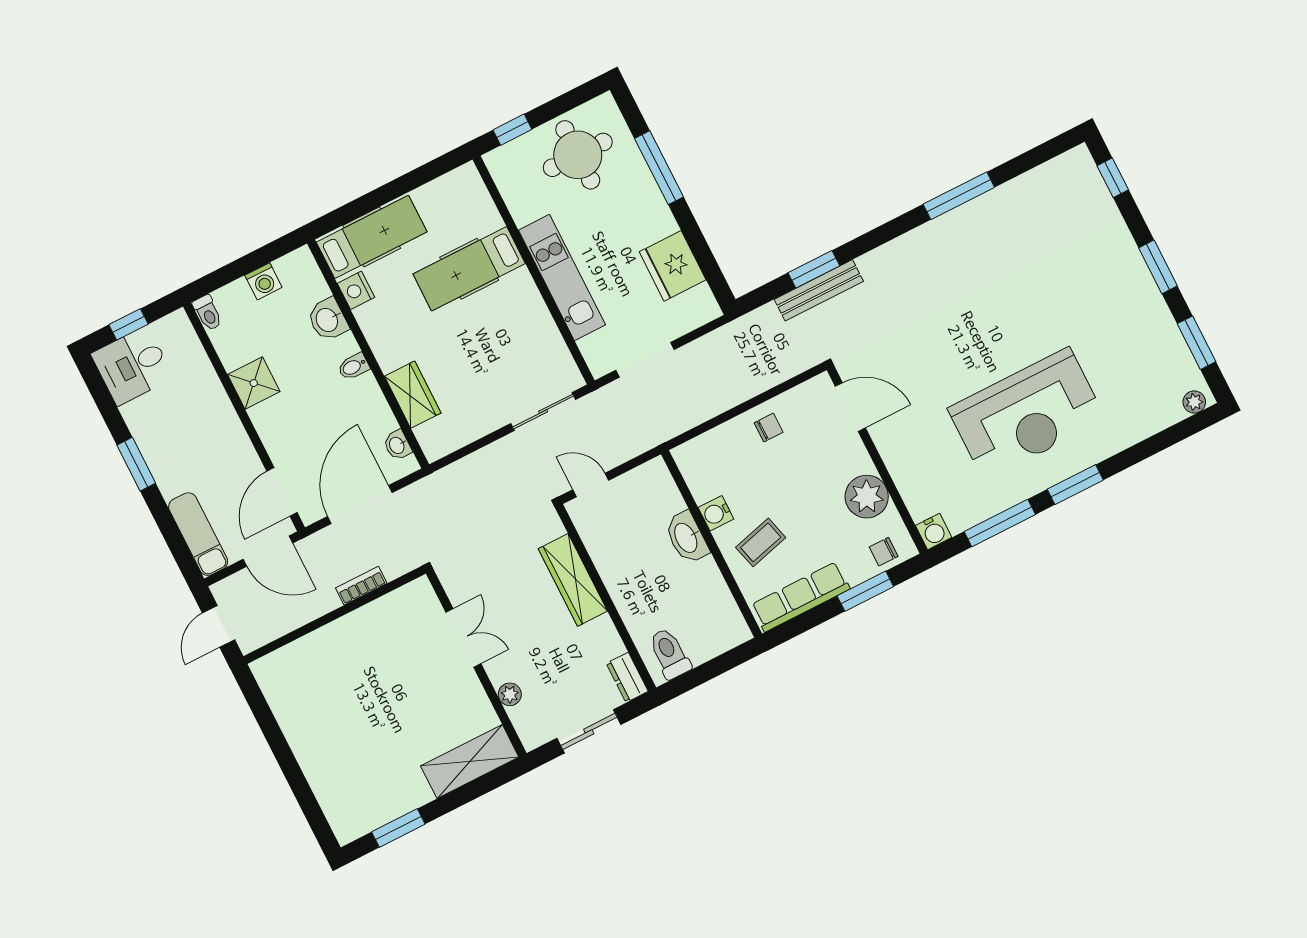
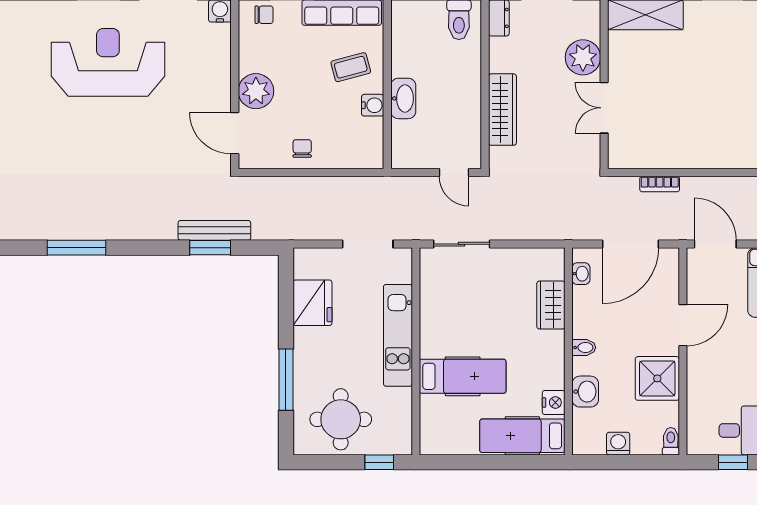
shower: (254, 383) -> (657, 378), width x1.36, depth x1.36
chair: (769, 428) -> (302, 148), turned 90
door: (282, 492) -> (683, 325), moved
plant: (867, 497) -> (256, 91), moved
plant: (510, 694) -> (583, 57), width x1.88, depth x1.88

